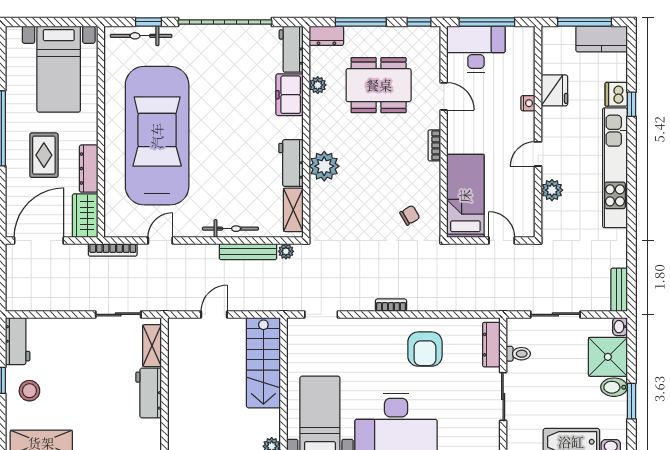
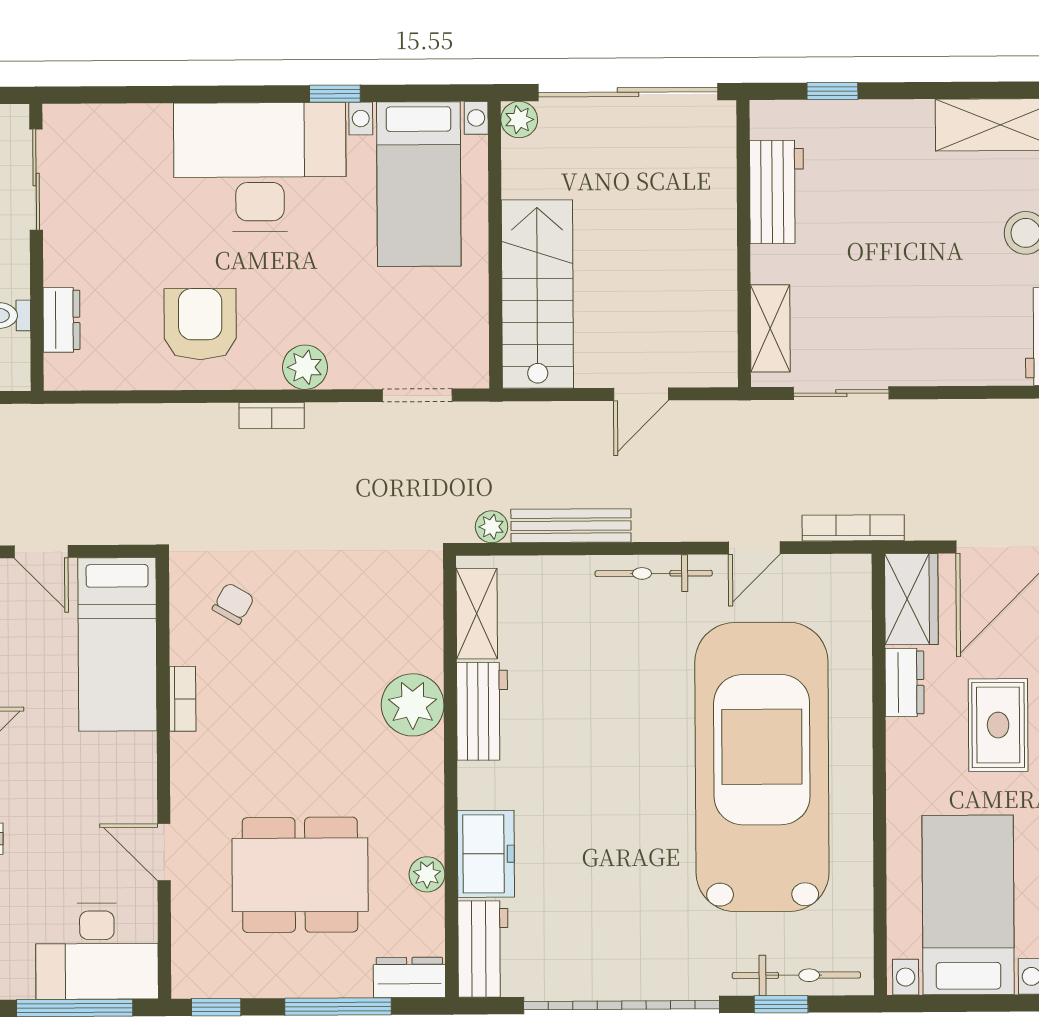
car: (157, 136) -> (762, 767), turned 180
bookcase: (434, 145) -> (183, 699), moved
dresser: (89, 169) -> (905, 683), width x0.70
chair: (410, 215) -> (233, 603), turned 150
bicycle: (230, 229) -> (654, 573), moved
plant: (375, 328) -> (305, 367), added
dresser: (491, 345) -> (62, 320), width x0.70
workbench: (149, 393) -> (777, 192), moved
sliding door: (503, 397) -> (36, 179), moved

